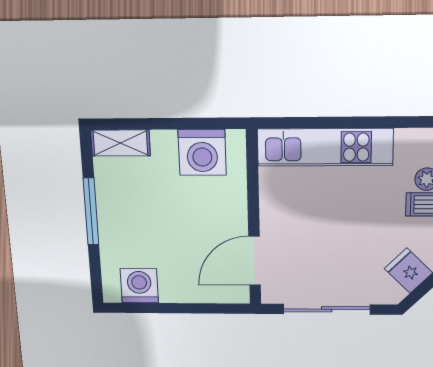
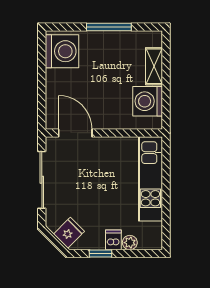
shelving: (120, 143) -> (154, 66), moved
washing machine: (139, 286) -> (62, 51), width x1.37, depth x1.37

